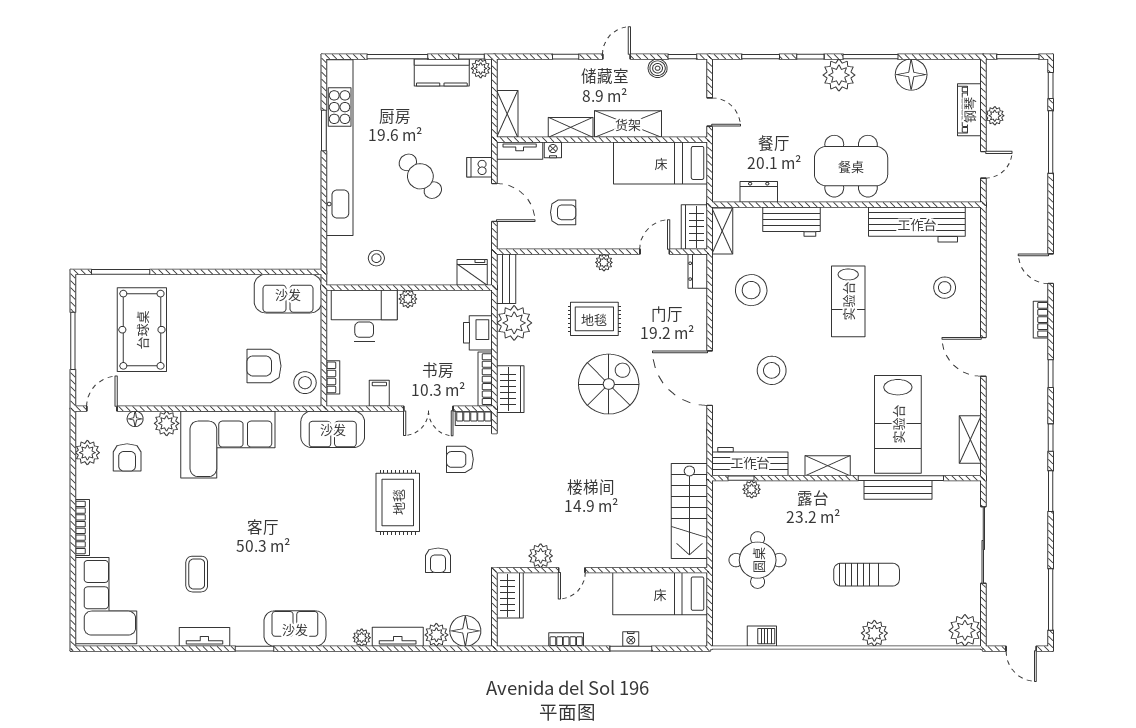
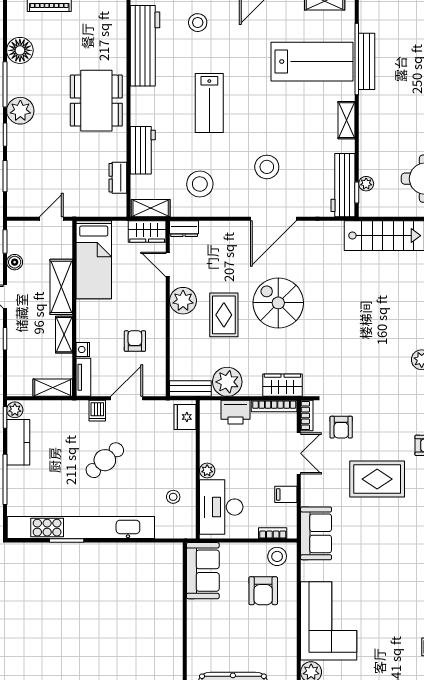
plant: (604, 262) -> (183, 301), width x1.88, depth x1.88
lab bench: (848, 301) -> (209, 103), turned 90

